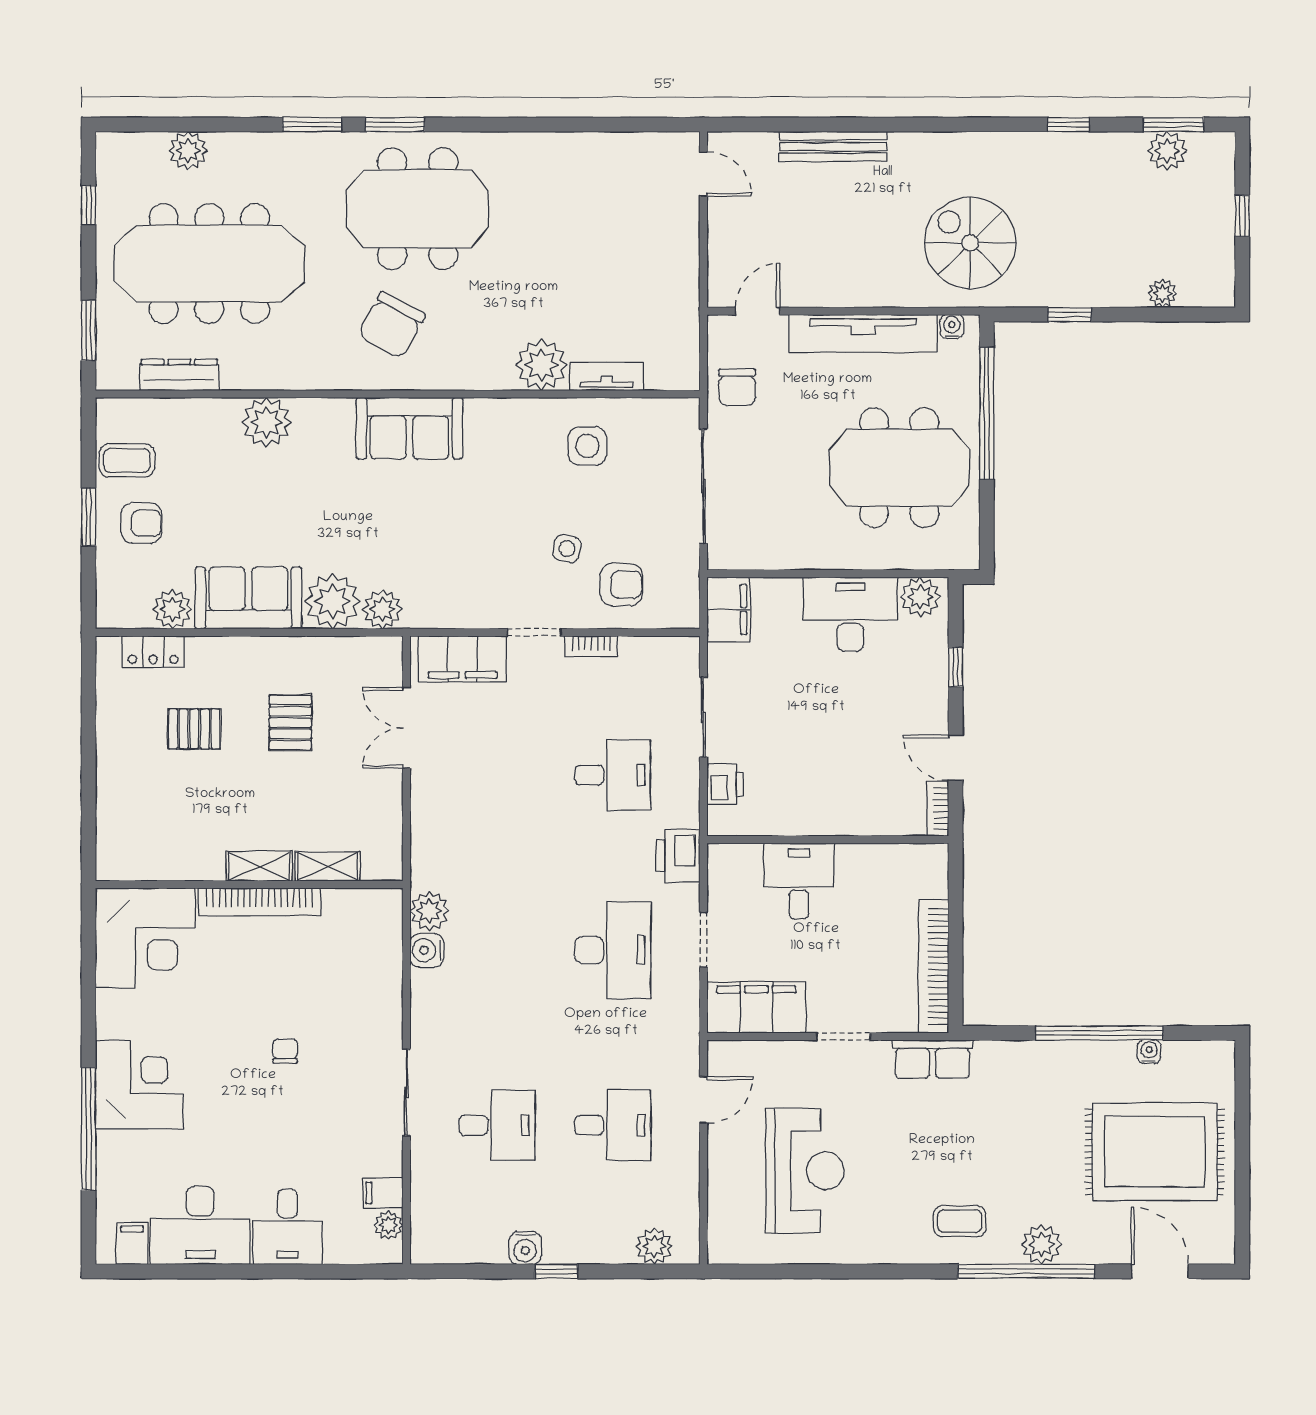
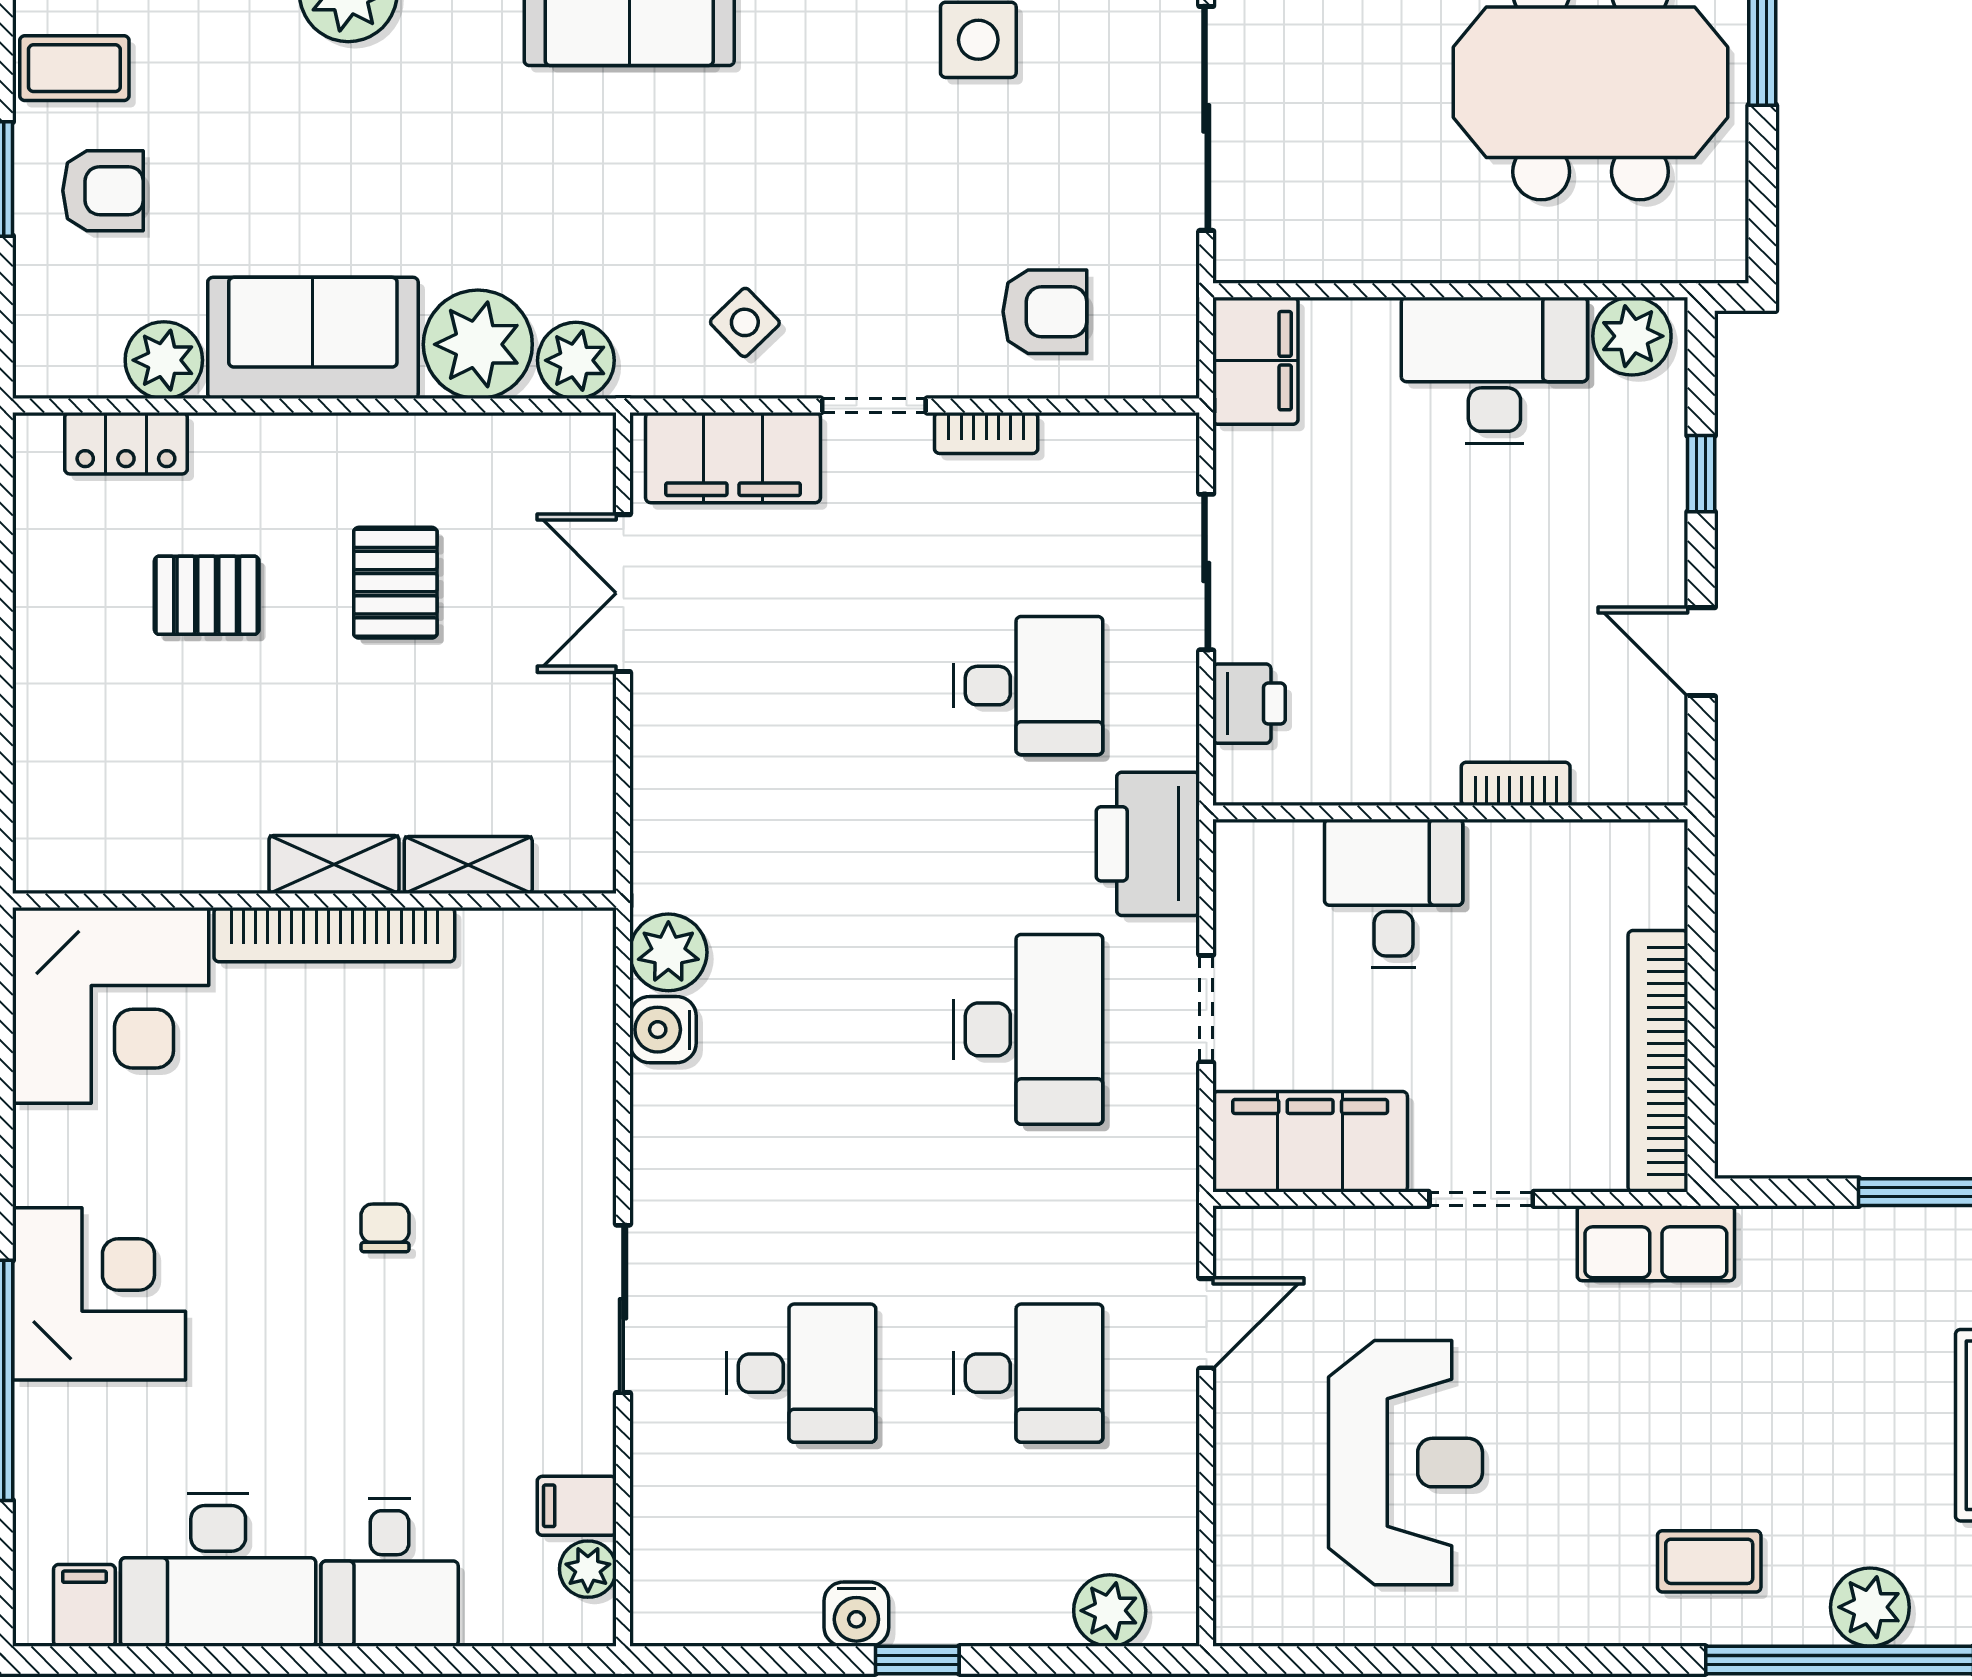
side table: (567, 549) -> (745, 322), moved, turned 34
bookcase: (938, 808) -> (1516, 784), moved, turned 90
printer: (678, 856) -> (1148, 844), width x1.37, depth x1.19

